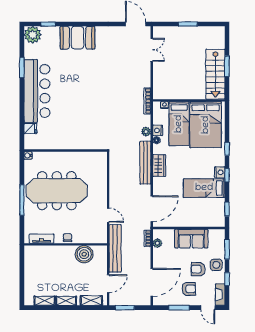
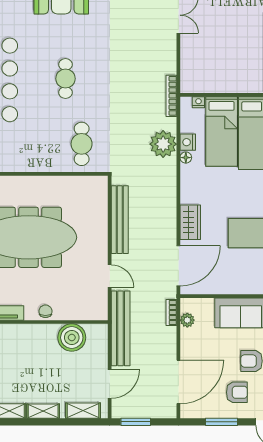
cafe table: (80, 90) -> (65, 79), added
cafe table: (90, 131) -> (82, 144), added
plant: (146, 132) -> (163, 144), width x1.87, depth x1.87
bench: (145, 163) -> (120, 220), moved
wardrobe: (159, 166) -> (190, 222), moved

